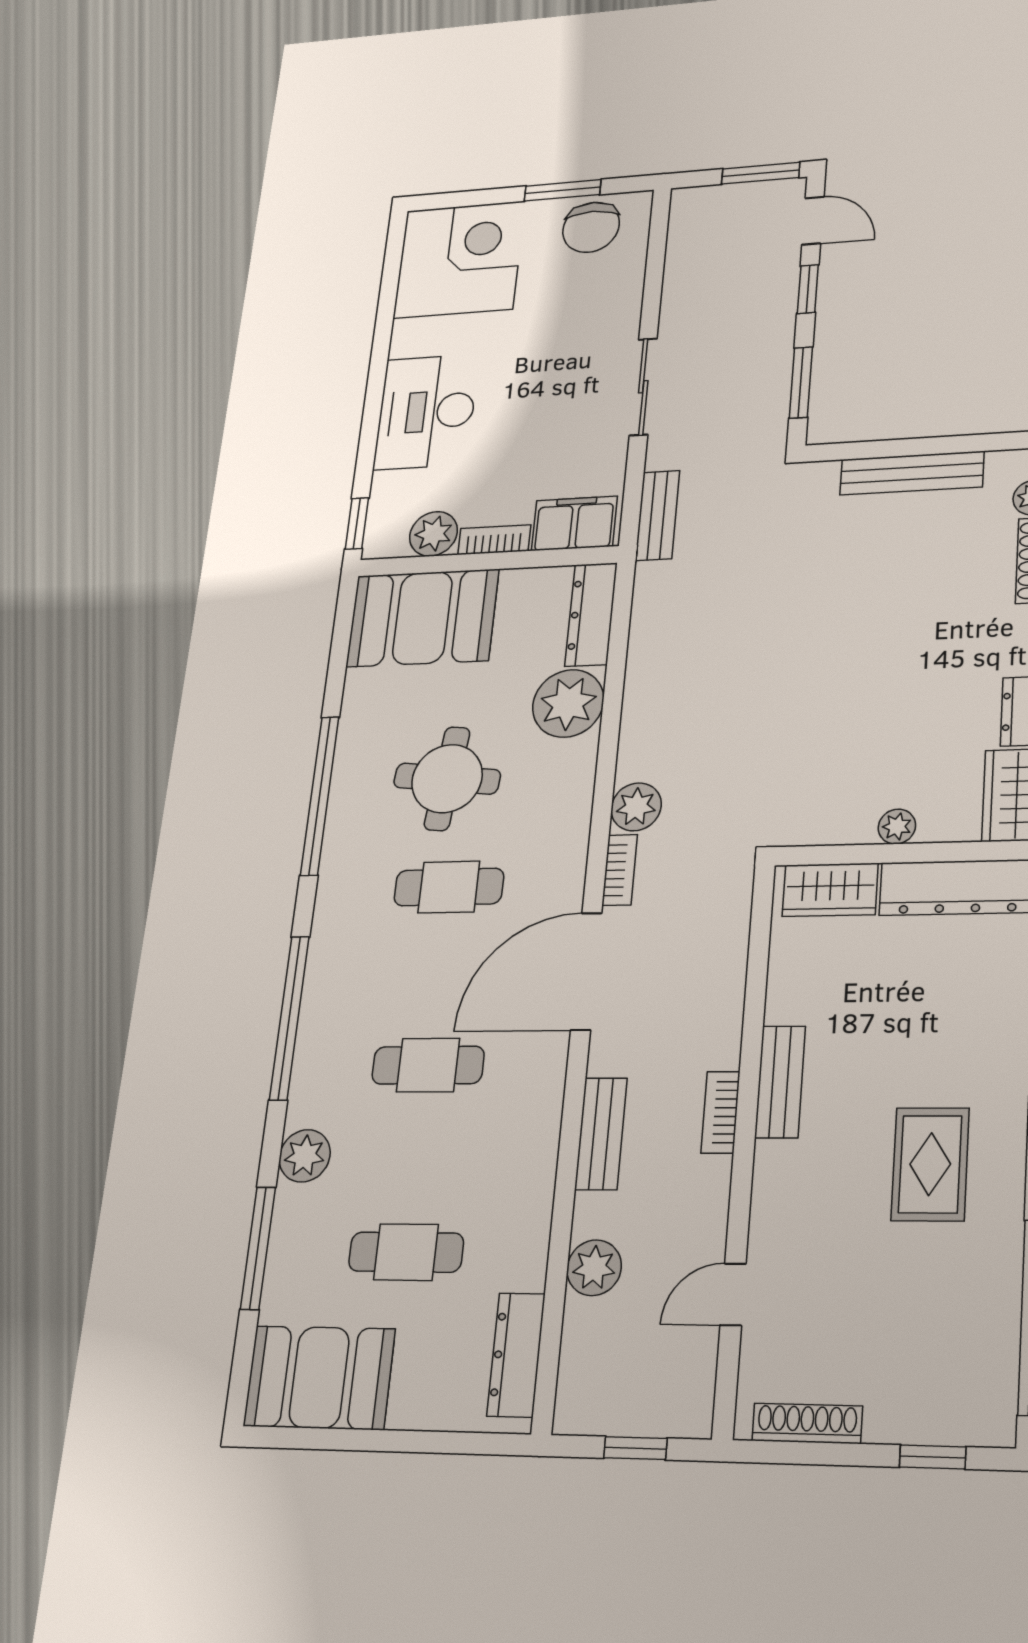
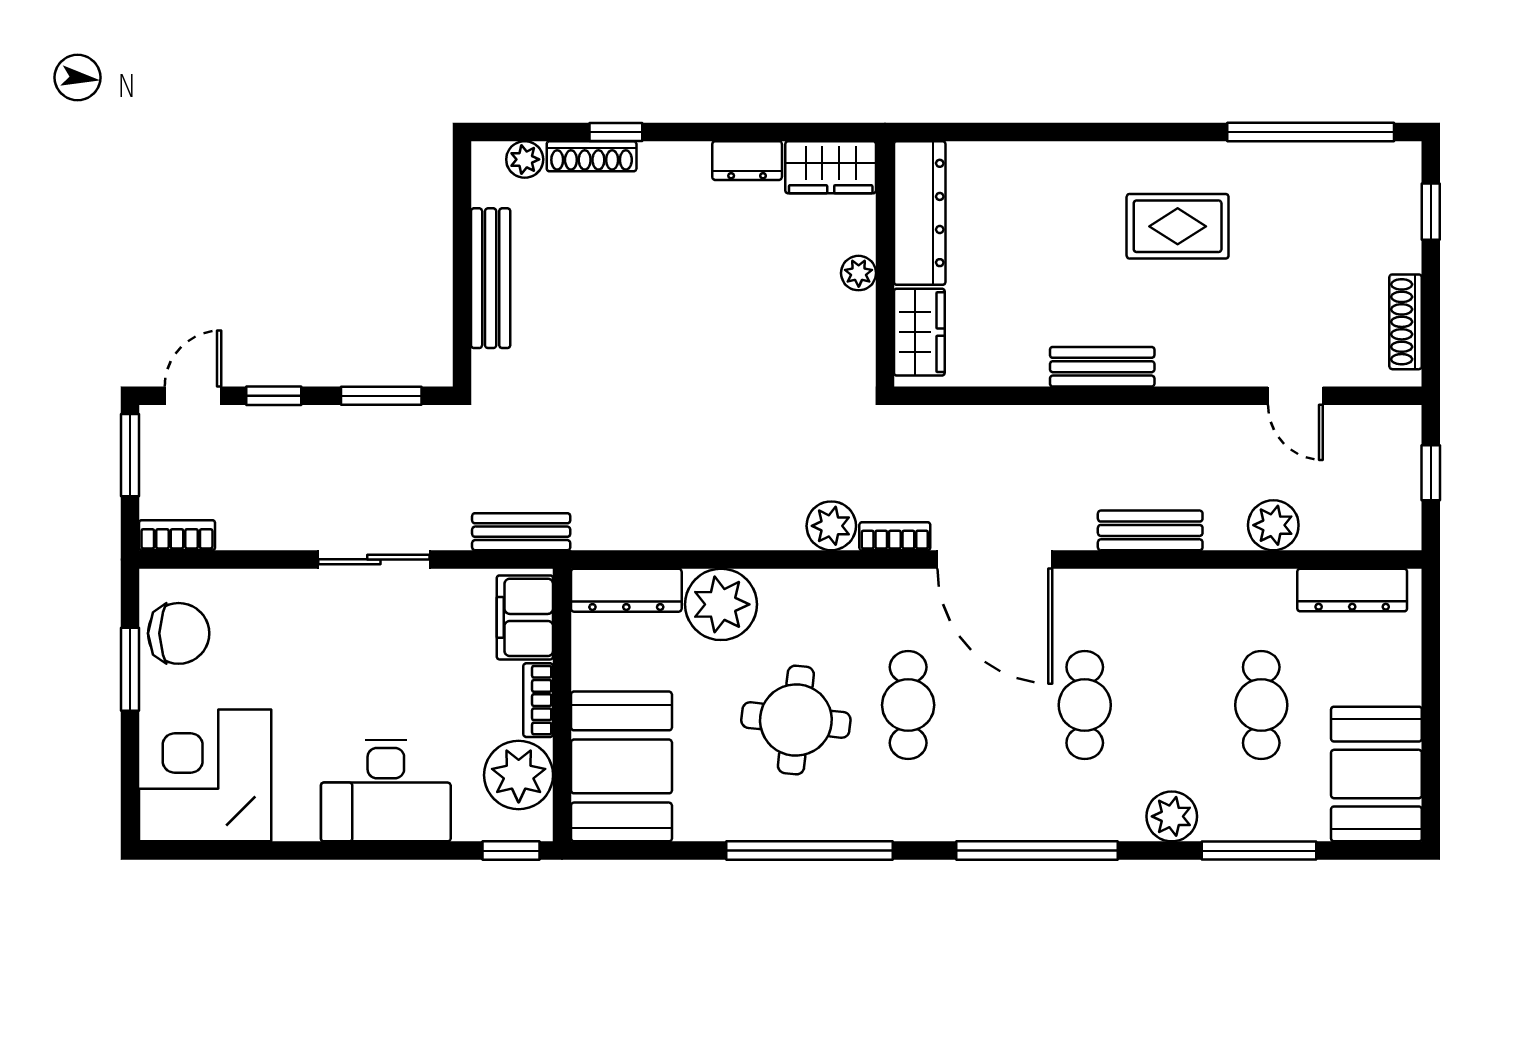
plant: (433, 534) -> (519, 775), width x1.36, depth x1.36
bookcase: (720, 1112) -> (177, 535), moved, turned 180

